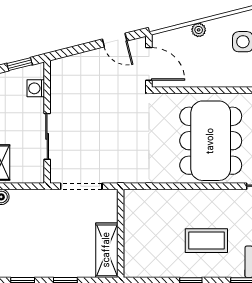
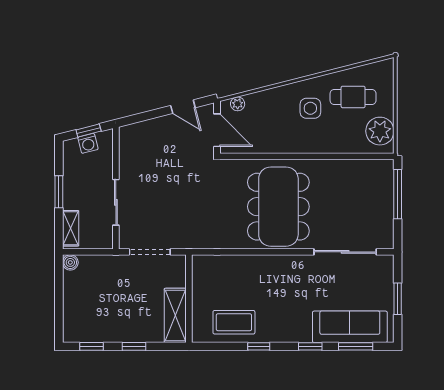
plant: (199, 30) -> (238, 104), moved
washing machine: (36, 88) -> (88, 143), moved, turned -104
coffee table: (206, 241) -> (234, 322), moved

